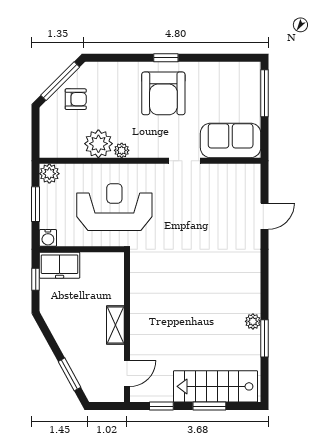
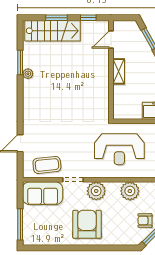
window: (166, 58) -> (85, 248), removed
plant: (122, 150) -> (96, 191), moved, width x1.88, depth x1.88
coffee table: (224, 183) -> (47, 165), added

